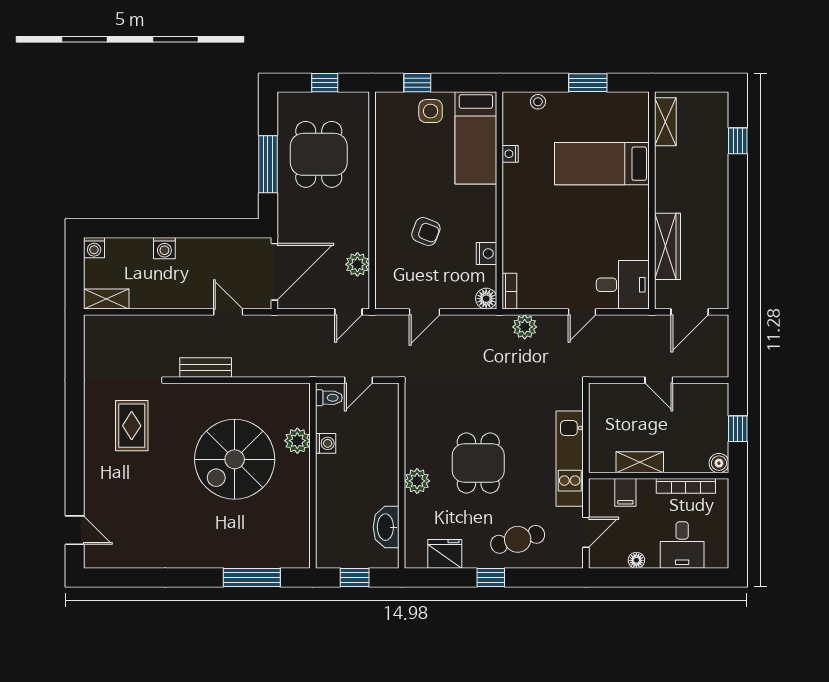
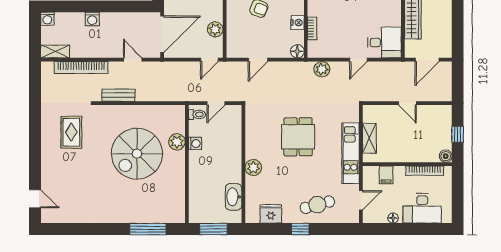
bookcase: (509, 291) -> (312, 28), moved
bookcase: (147, 324) -> (81, 68), added
shelving: (640, 462) -> (369, 138), moved, turned 90
dining table: (478, 463) -> (298, 137), moved
desk: (682, 545) -> (422, 208), width x1.37
window: (355, 578) -> (213, 229), width x1.50

